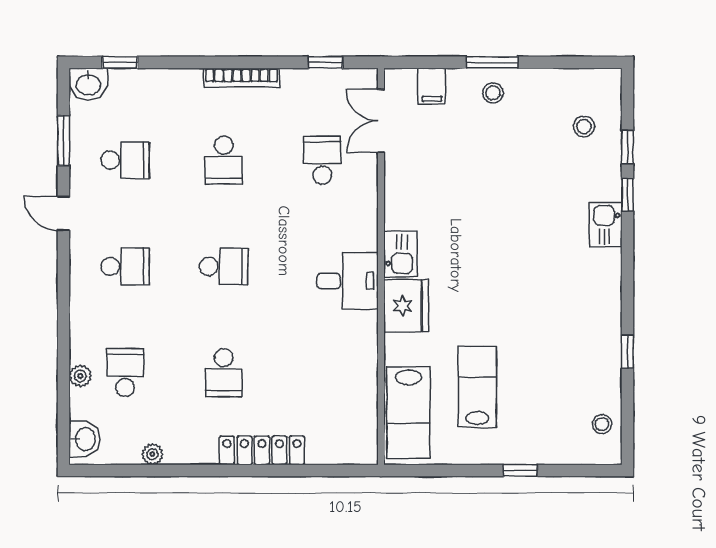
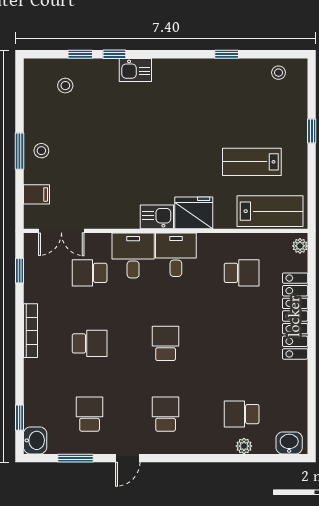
desk: (347, 221) -> (133, 255), added
school desk: (224, 373) -> (242, 273), moved
locker: (262, 450) -> (295, 316), width x1.41, depth x1.21
plant: (152, 454) -> (300, 246), moved

